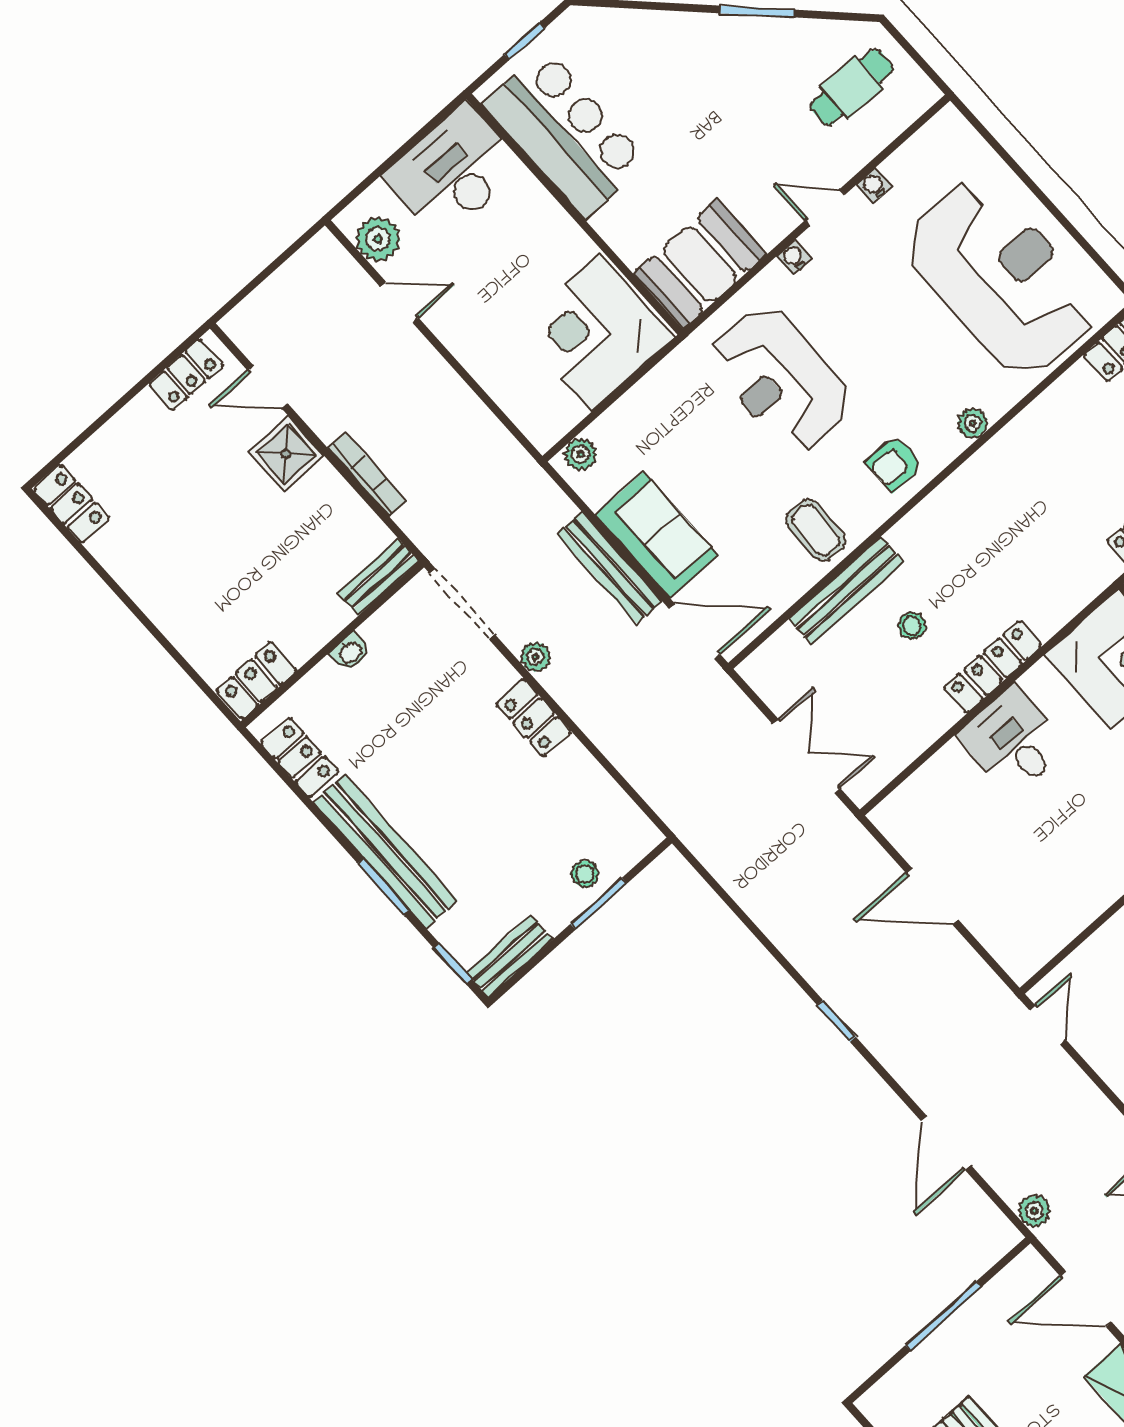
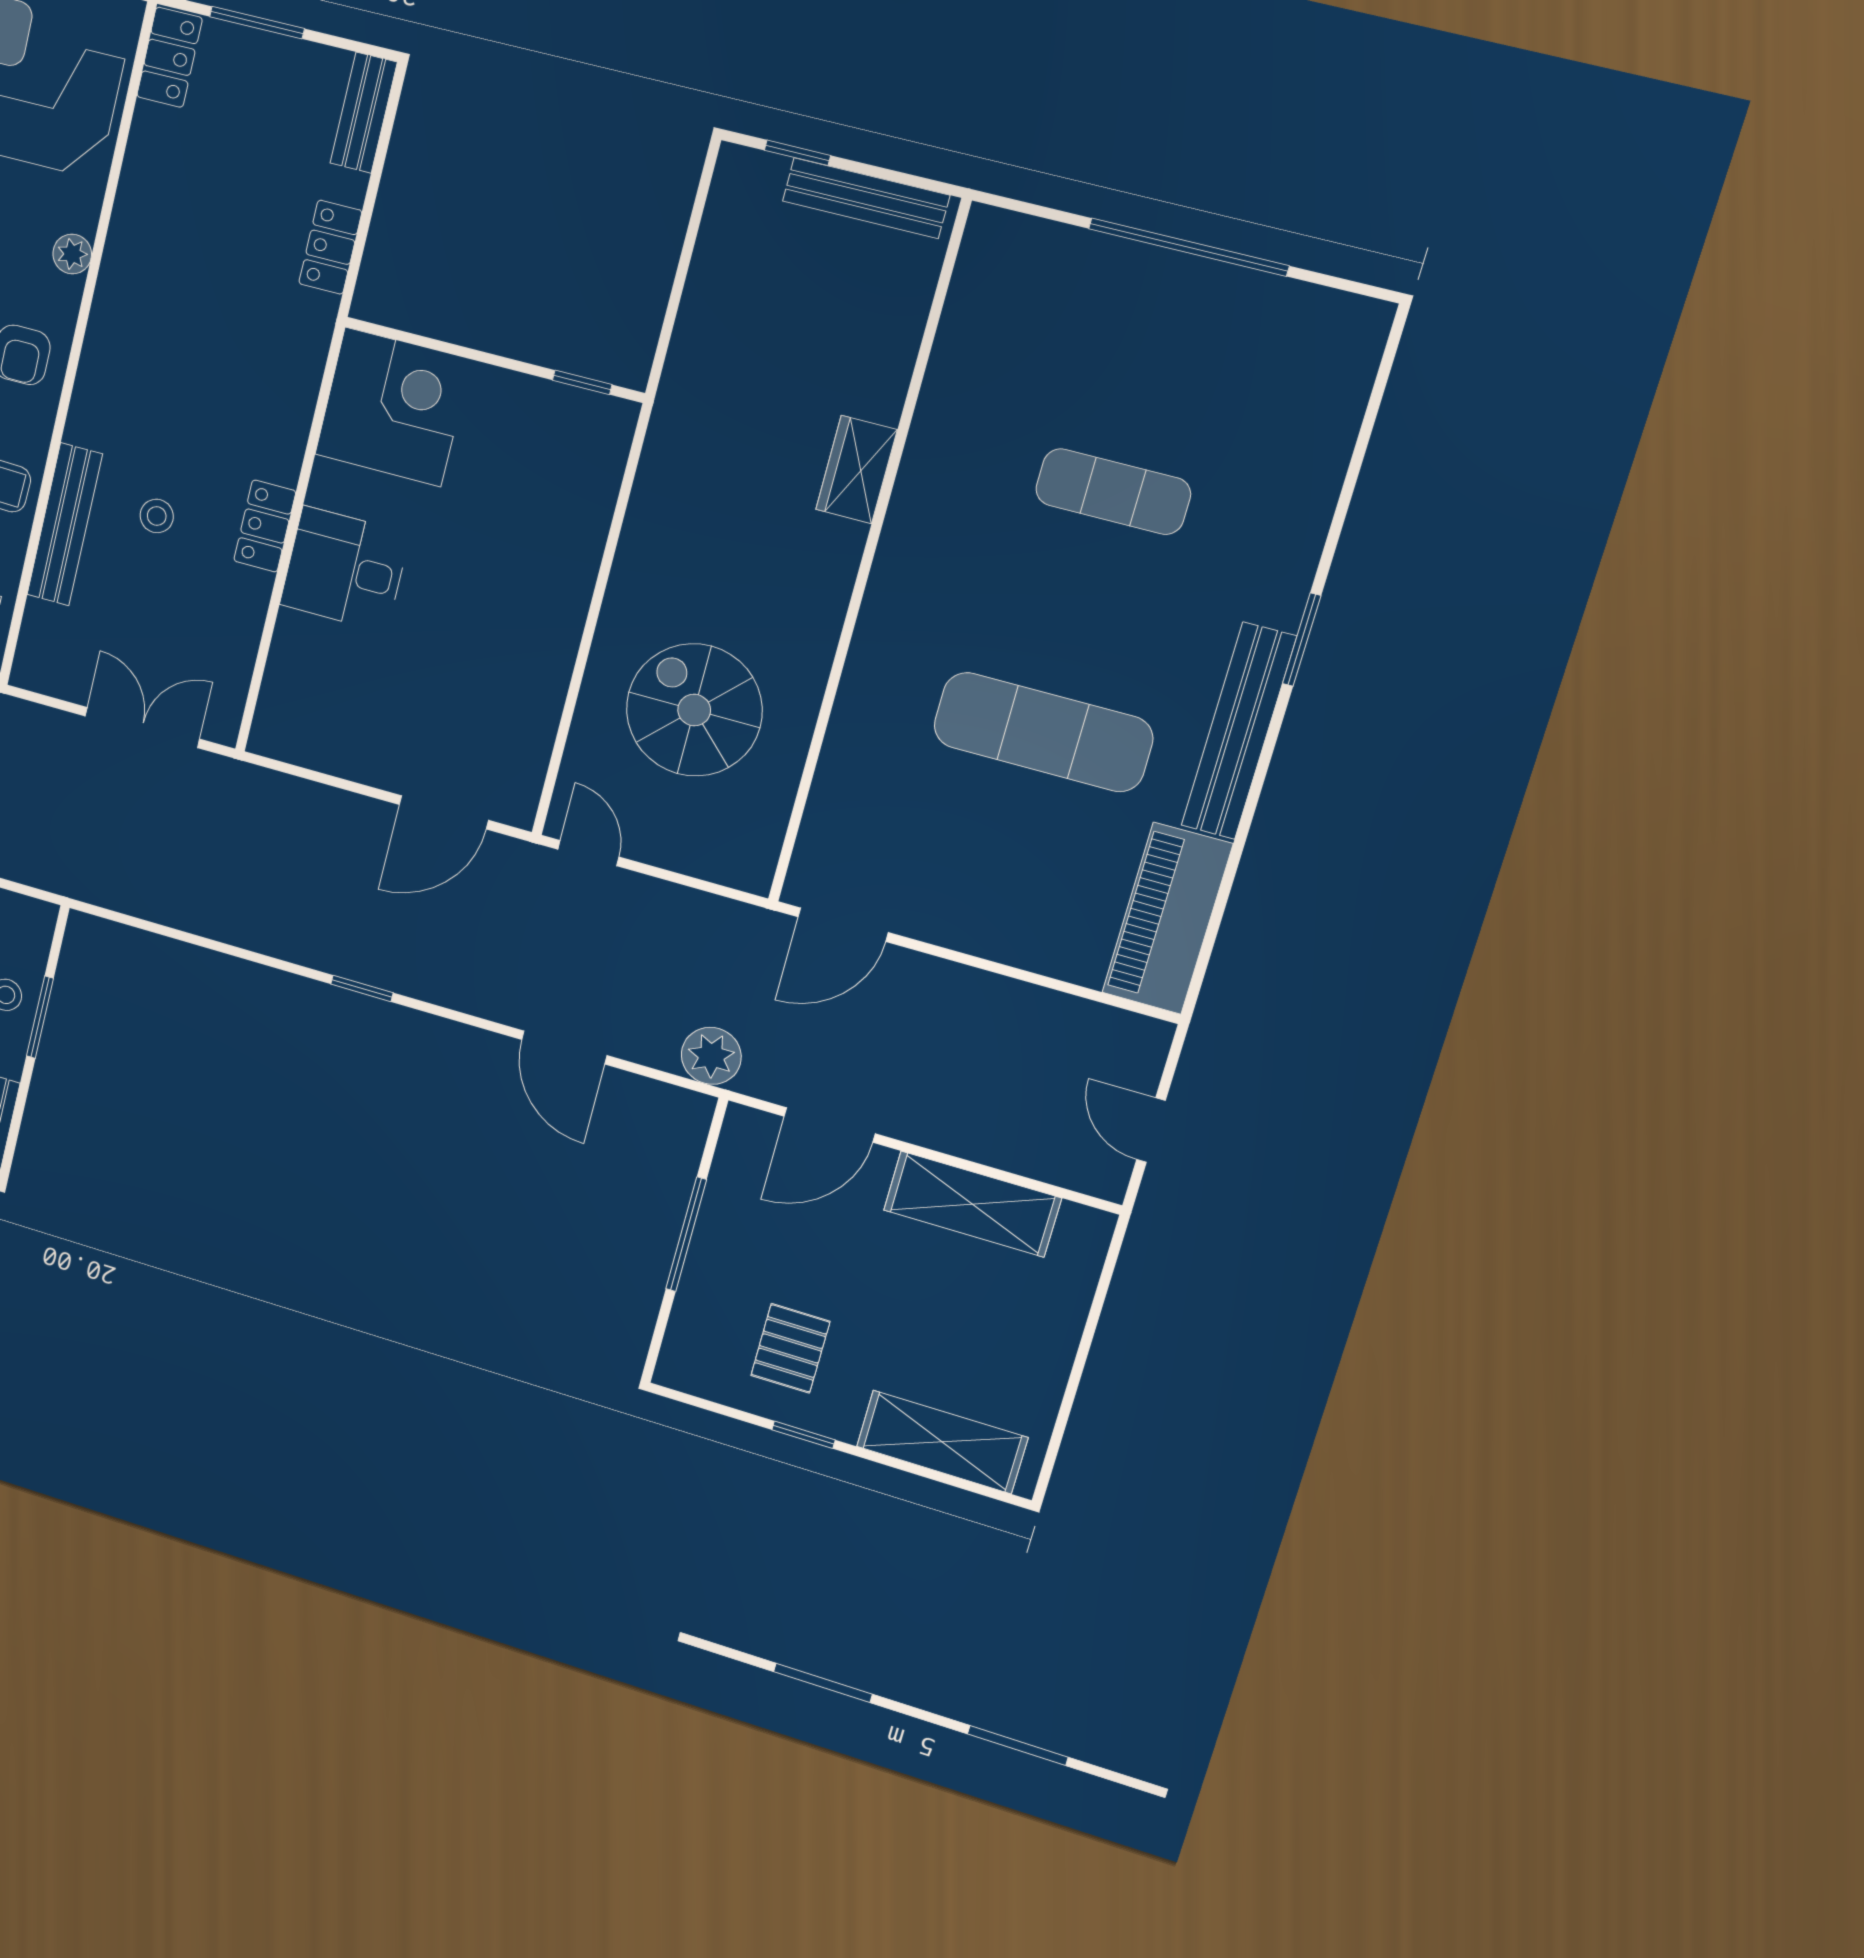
locker: (993, 667) -> (265, 526), width x0.66
door: (932, 896) -> (444, 812), moved
plant: (1034, 1211) -> (711, 1056), width x1.38, depth x1.38

